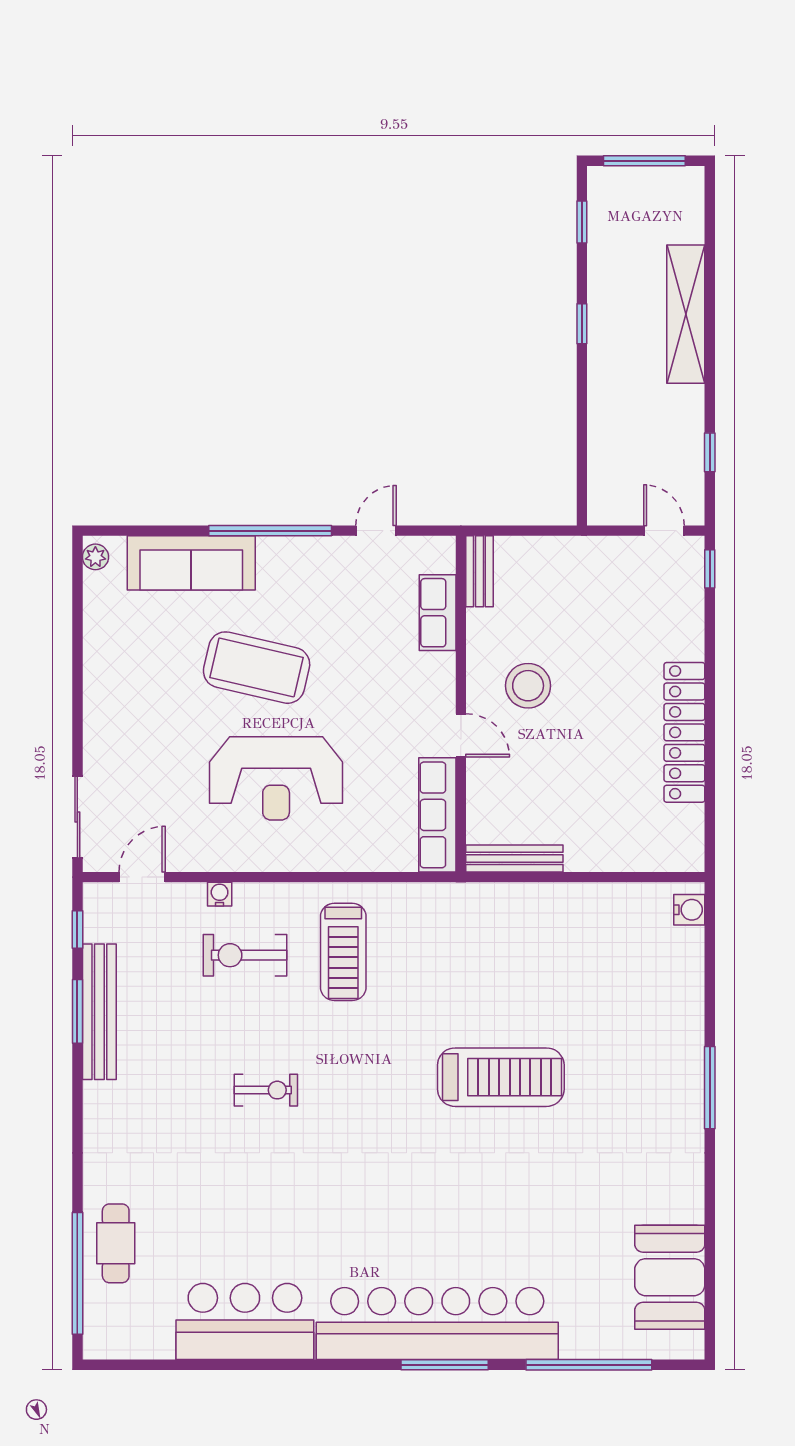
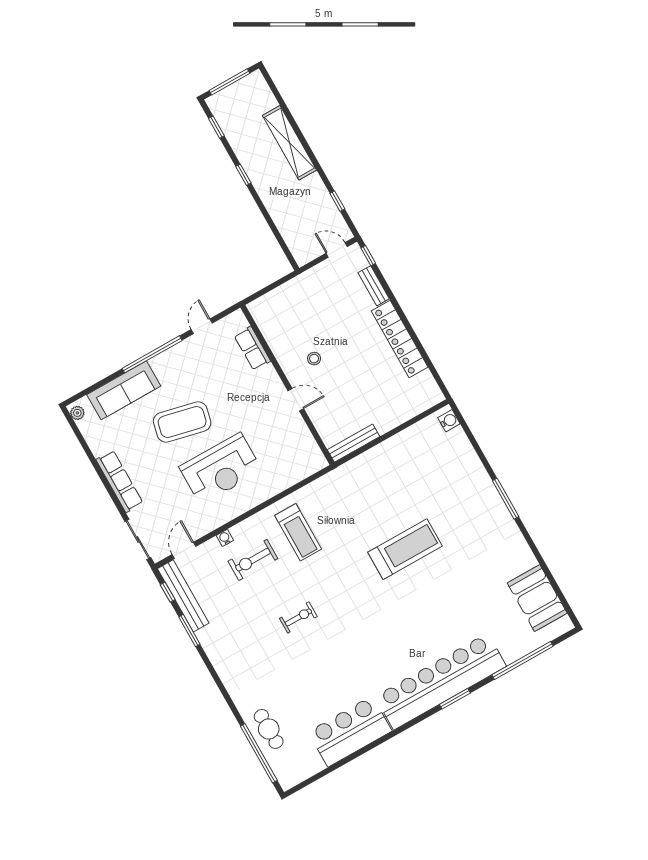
bench: (479, 571) -> (374, 286), moved
stool: (528, 686) -> (314, 359), width x0.53, depth x0.53
row of seats: (437, 815) -> (119, 481), moved, turned 180
bench: (99, 1012) -> (183, 596), moved
window: (445, 1365) -> (455, 699), width x0.69

